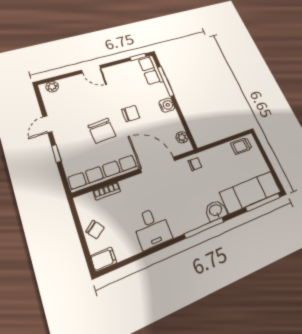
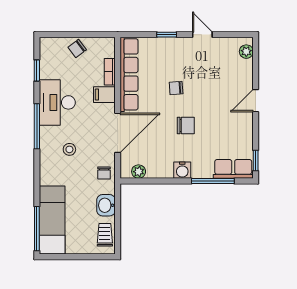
chair: (131, 114) -> (186, 126), turned -90
chair: (102, 131) -> (176, 88), width x0.54, depth x0.54
stool: (188, 200) -> (69, 149), added
washbasin: (216, 210) -> (106, 205), moved, turned 180
desk: (152, 228) -> (57, 102), width x1.37
window: (204, 228) -> (37, 126), moved
filing cabinet: (104, 259) -> (104, 95), moved, turned 90
window: (129, 260) -> (37, 71), added

